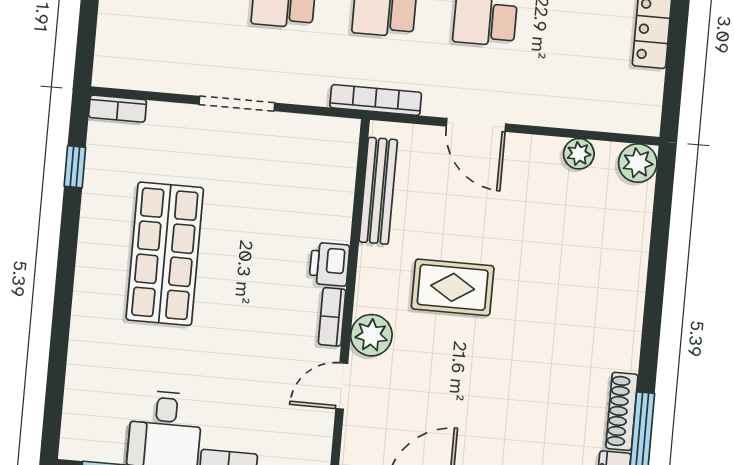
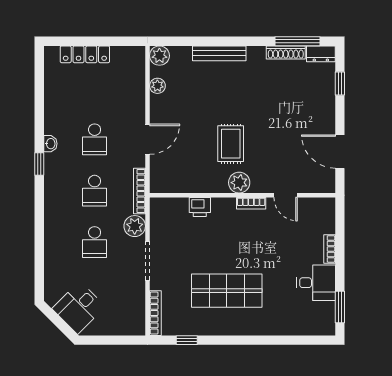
plant: (308, 85) -> (135, 226), added
bookcase: (118, 109) -> (155, 313), width x1.56
bench: (378, 191) -> (219, 53), moved
printer: (329, 264) -> (200, 207), moved
plant: (371, 335) -> (239, 183), moved

